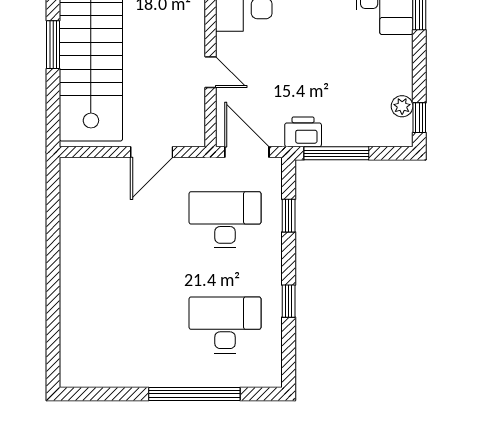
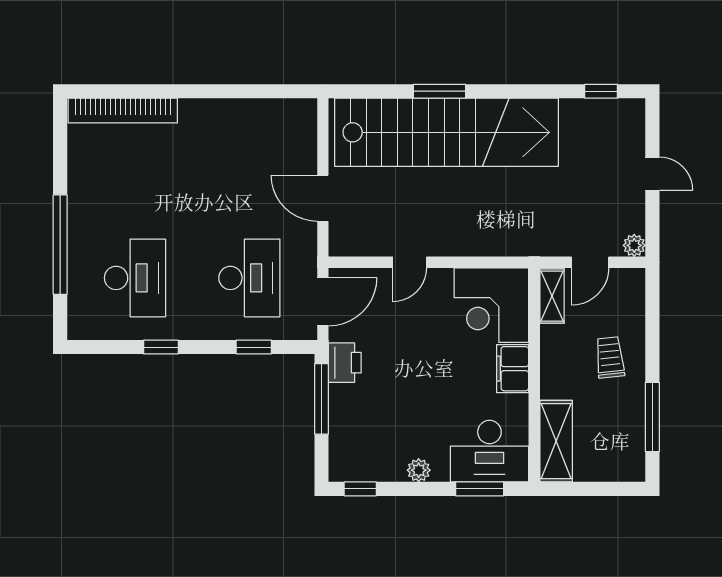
plant: (402, 106) -> (419, 470), moved
bookcase: (71, 336) -> (123, 111), added

